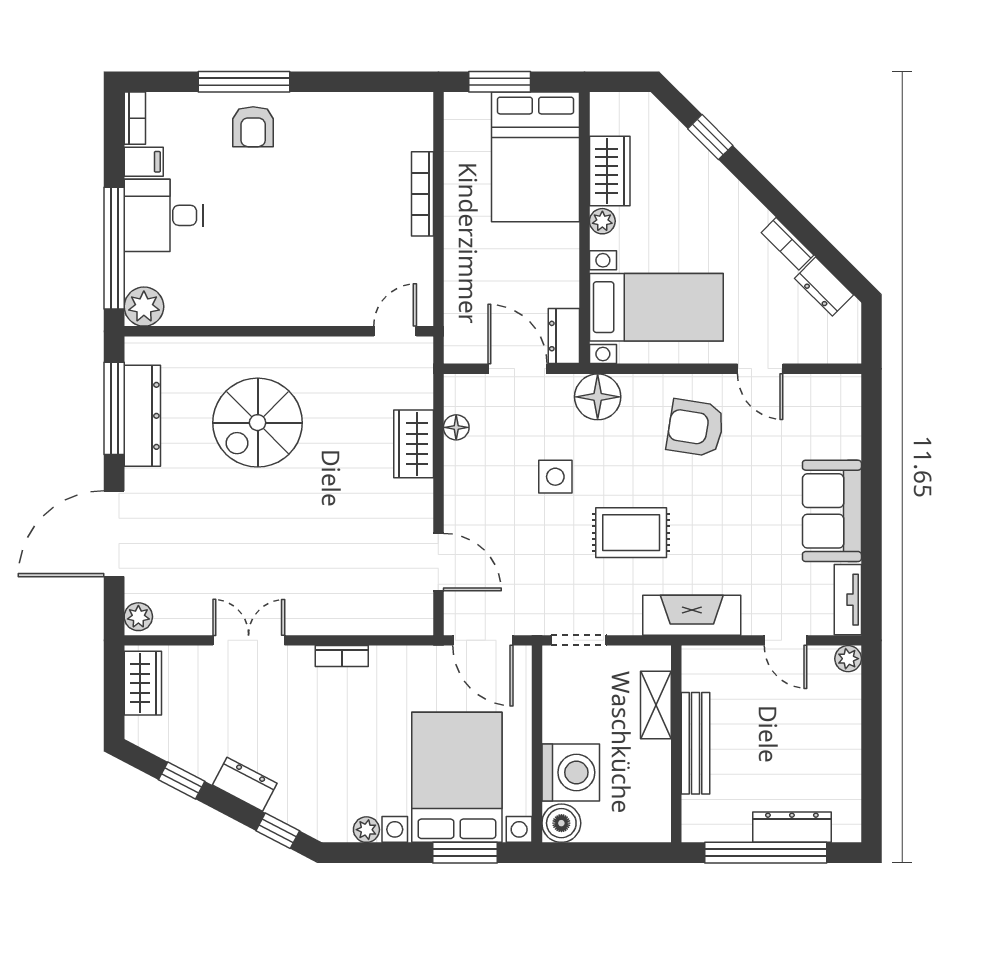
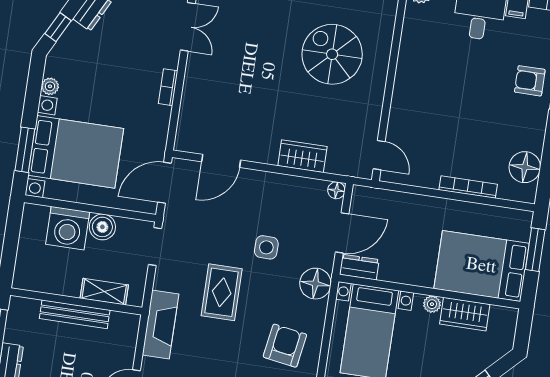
floor lamp: (381, 115) -> (525, 167), added
floor lamp: (456, 427) -> (336, 190), moved
boiler: (561, 823) -> (102, 227), moved

